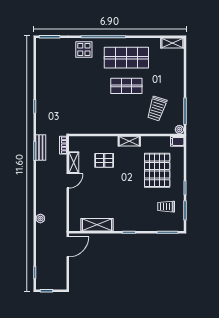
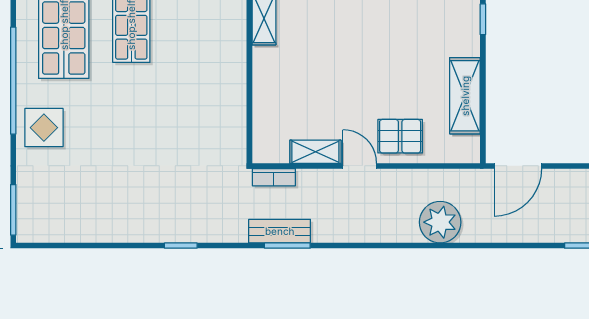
pallet: (104, 160) -> (400, 136), moved, turned 90
plant: (40, 218) -> (440, 222), width x1.88, depth x1.88
door: (68, 247) -> (518, 166), swing flipped

